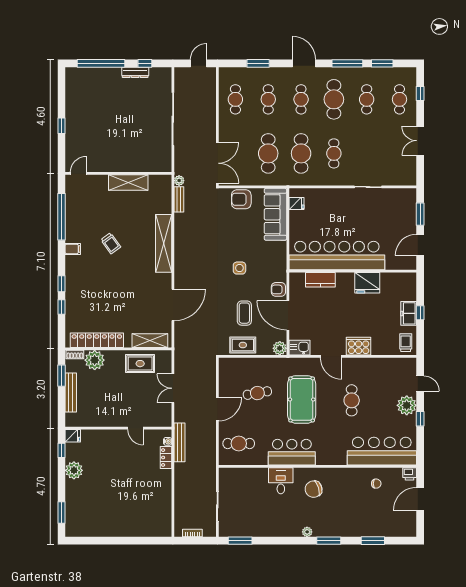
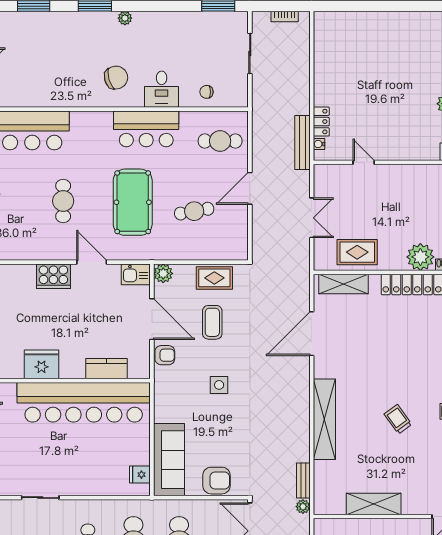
chair: (376, 484) -> (207, 92), moved

